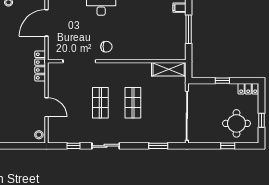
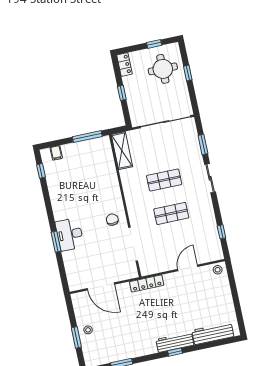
window: (189, 29) -> (87, 137), moved
sliding door: (106, 146) -> (210, 178), moved

